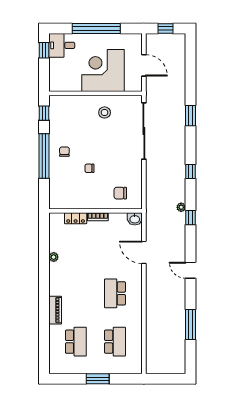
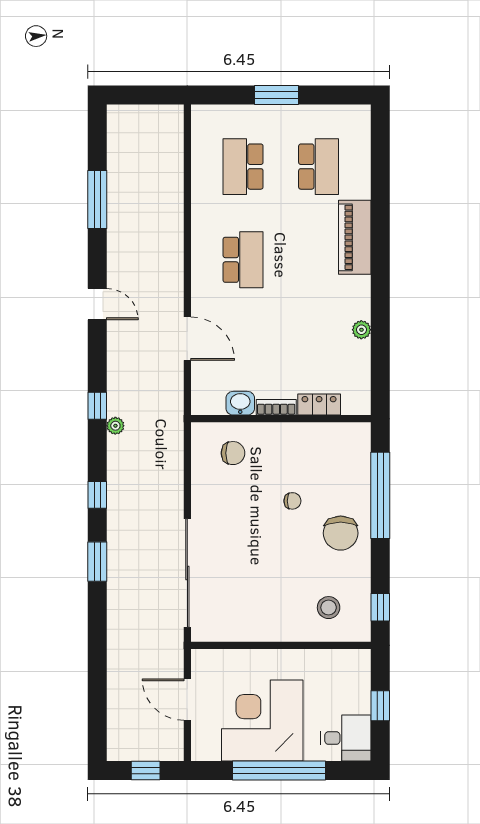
window: (44, 50) -> (380, 706), moved
corner desk: (103, 70) -> (262, 720), moved, turned 180
stool: (105, 112) -> (329, 608), moved
window: (191, 116) -> (97, 562), moved
chair: (64, 152) -> (341, 533), width x1.87, depth x1.87
window: (44, 156) -> (380, 495), moved
washbasin: (135, 219) -> (240, 403), moved
piano: (55, 310) -> (355, 237), width x1.37, depth x1.33
school desk: (76, 342) -> (319, 167), turned 180

